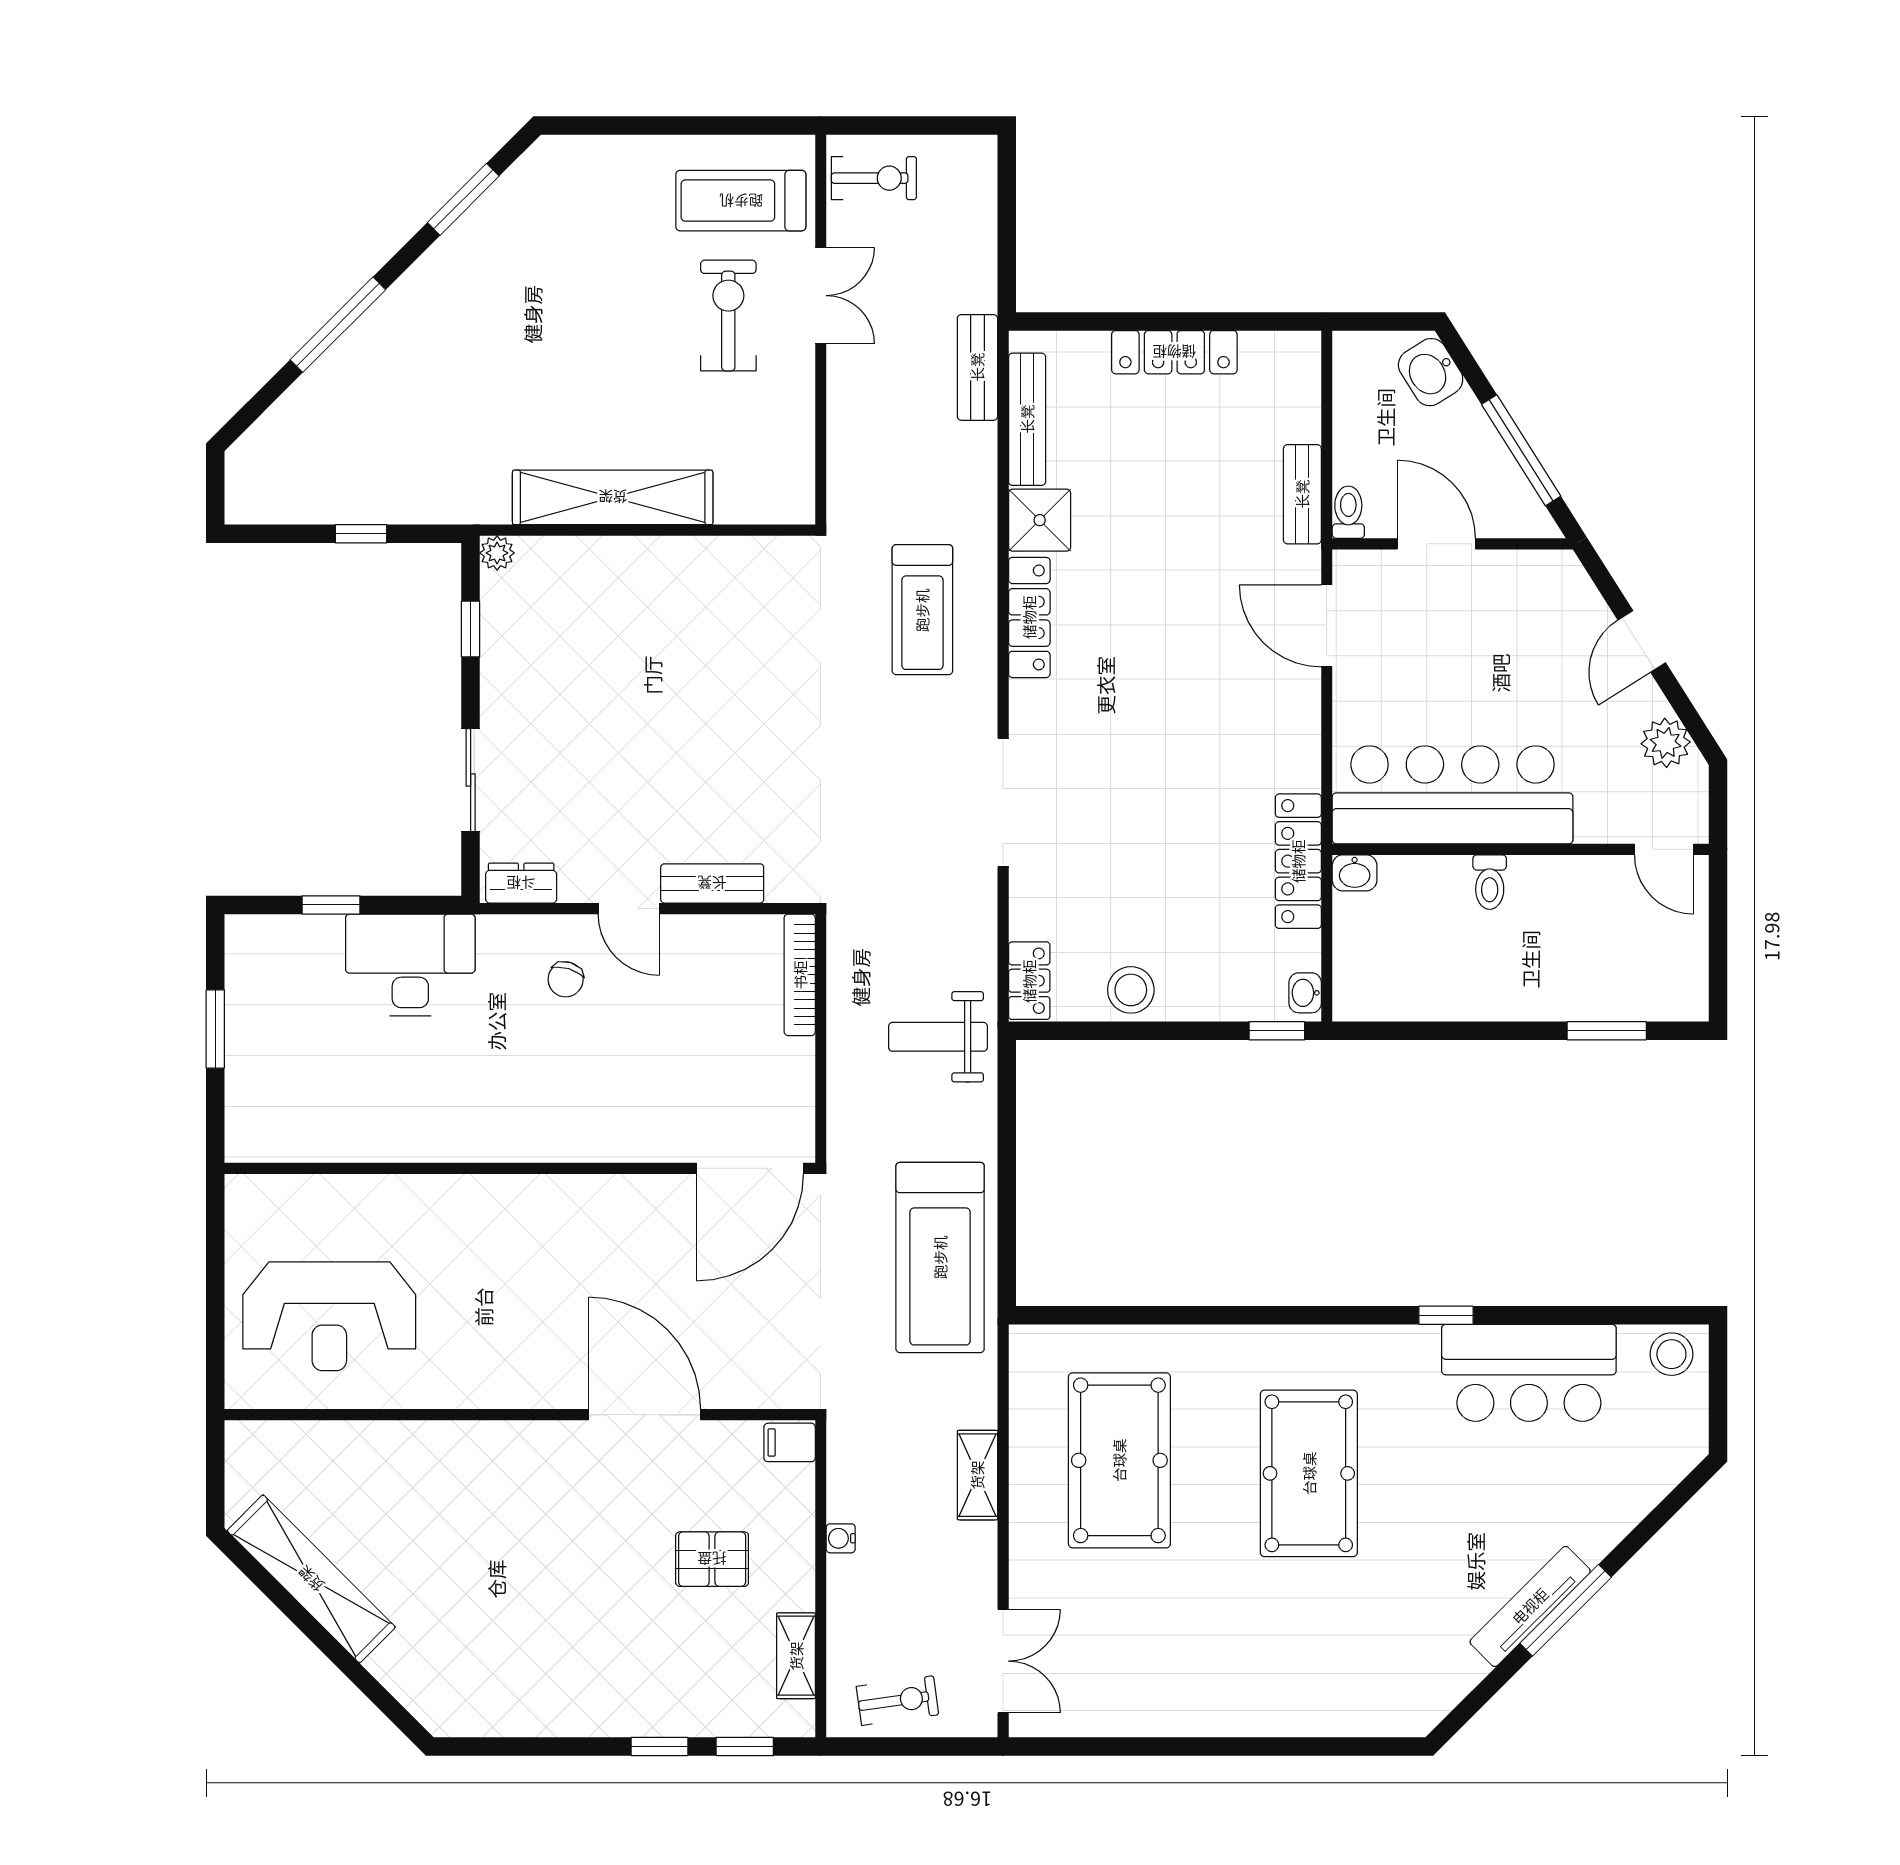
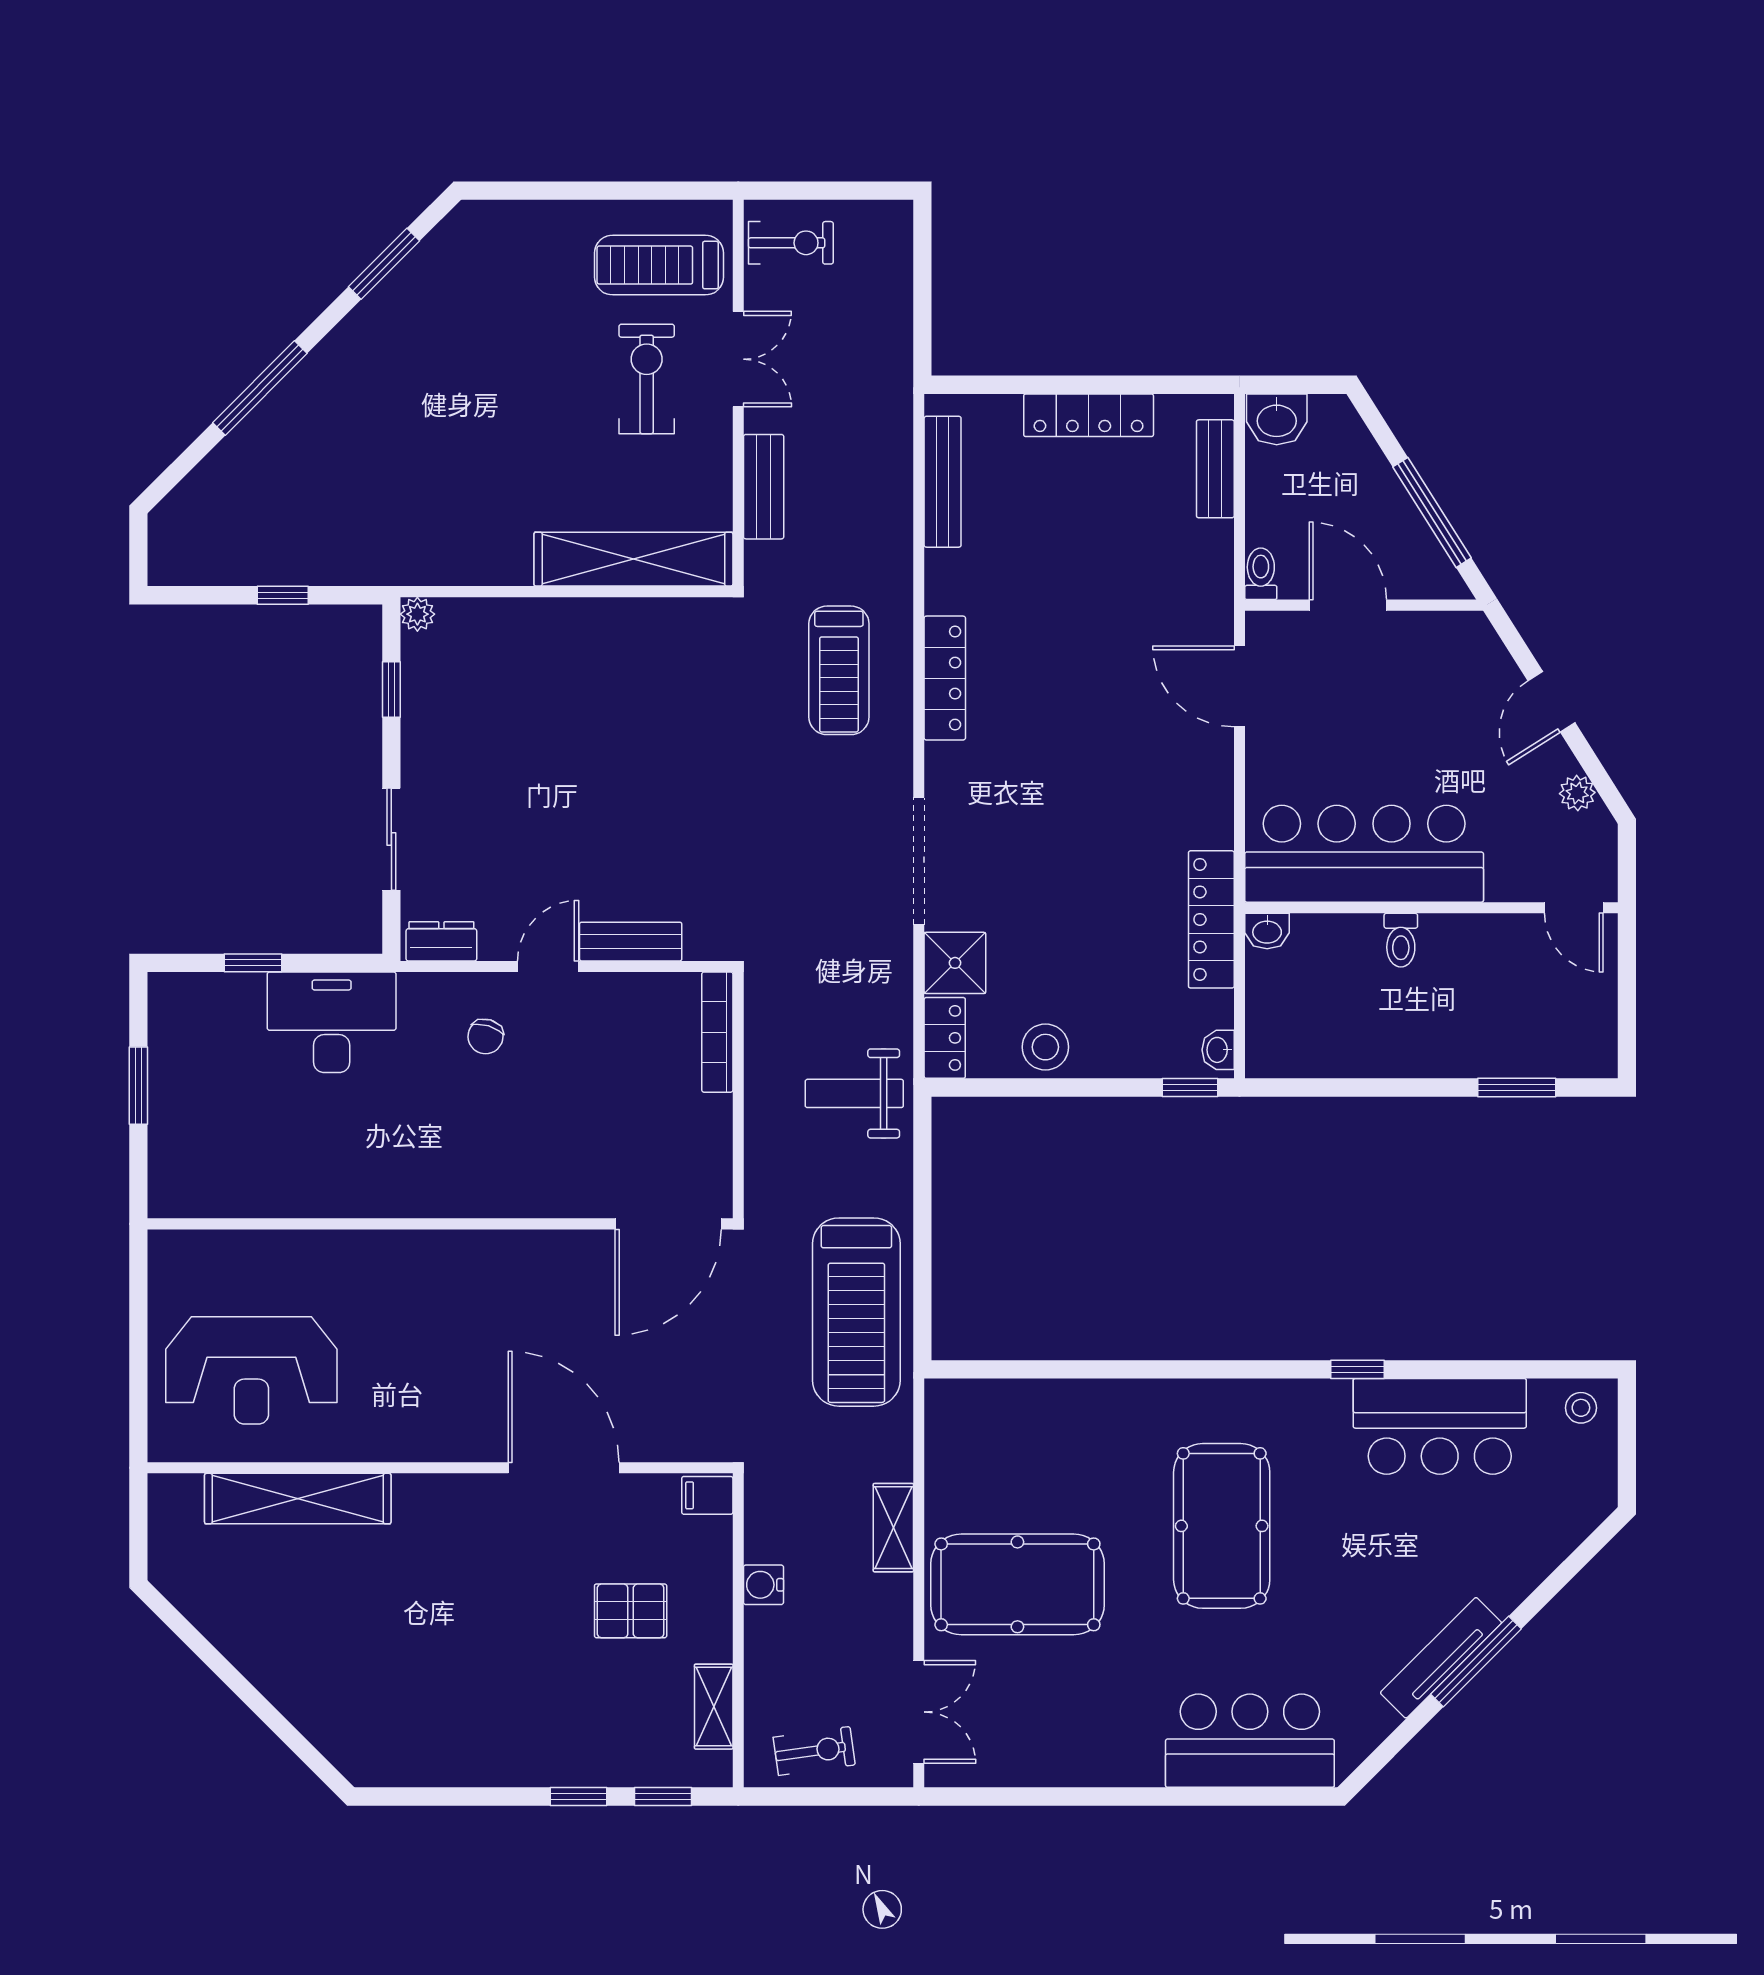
bench: (977, 367) -> (764, 487), moved
washbasin: (1431, 372) -> (1277, 419), moved, turned -58
bench: (1302, 494) -> (1215, 469), moved
shelving: (613, 497) -> (633, 559), moved
shower: (1040, 520) -> (955, 963), moved
plant: (1666, 743) -> (1577, 793), width x0.73, depth x0.73
door: (629, 909) -> (548, 966), swing flipped
stool: (1671, 1354) -> (1581, 1408), width x0.73, depth x0.73
pool table: (1119, 1460) -> (1017, 1584), moved, turned 90
water cooler: (841, 1538) -> (763, 1585), width x1.38, depth x1.38
shelving: (311, 1579) -> (298, 1499), moved, turned -45
bar counter: (1337, 1690) -> (1250, 1741), added

